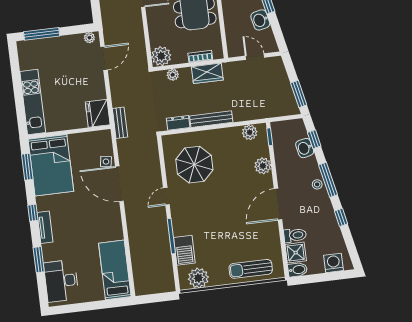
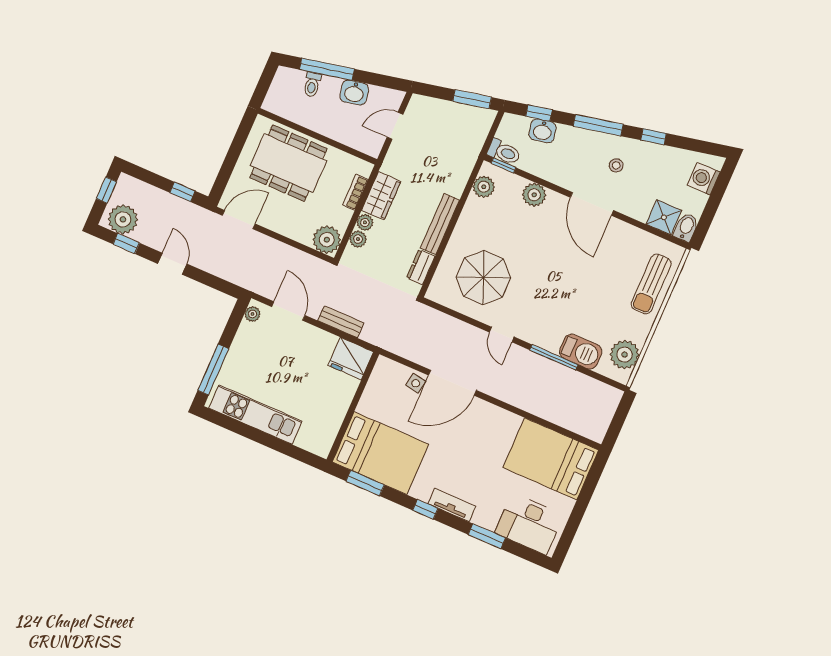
plant: (185, 73) -> (365, 222), added
kitchen unit: (33, 102) -> (256, 415), moved
bench: (120, 123) -> (341, 322), moved
stool: (317, 184) -> (616, 165), moved
toilet: (295, 235) -> (504, 152), moved, turned 90
bed: (115, 270) -> (551, 459), width x1.50

